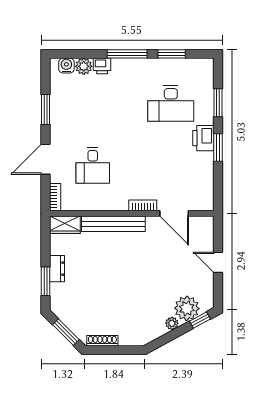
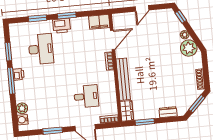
printer: (102, 66) -> (18, 74), moved
filing cabinet: (204, 196) -> (99, 22), added
dresser: (57, 269) -> (168, 112), moved
window: (45, 281) -> (145, 122), moved
plant: (187, 308) -> (189, 48), moved

